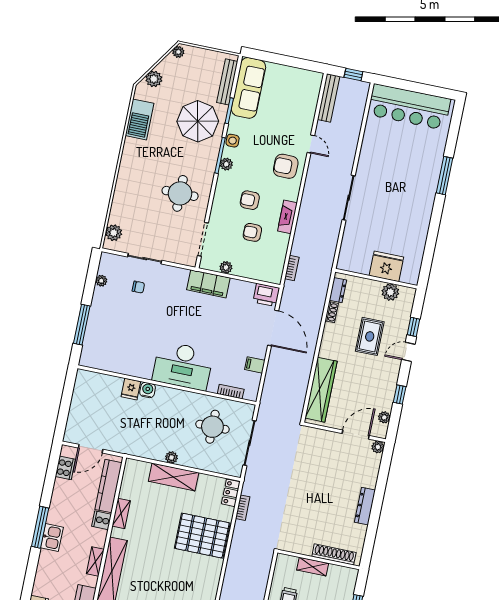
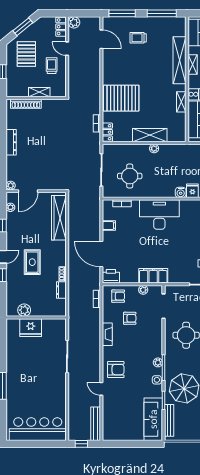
armchair: (250, 200) -> (118, 296), moved
fridge: (386, 266) -> (31, 328), moved
wall: (376, 279) -> (36, 317), moved
plant: (390, 292) -> (24, 310), moved

